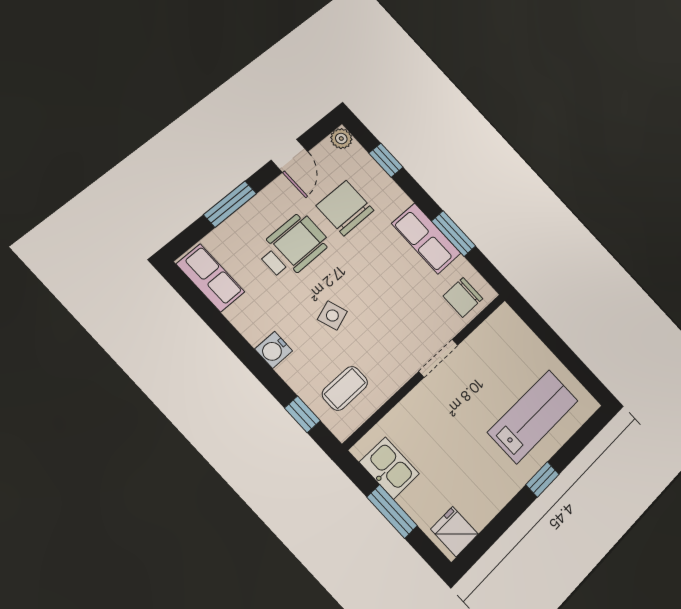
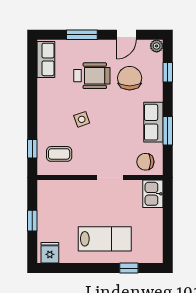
water cooler: (274, 350) -> (45, 112), removed
lab bench: (533, 416) -> (105, 239), moved
kitchen sink: (389, 468) -> (153, 194), moved, turned 180
window: (542, 479) -> (129, 268), moved
window: (392, 511) -> (32, 221), width x0.67

